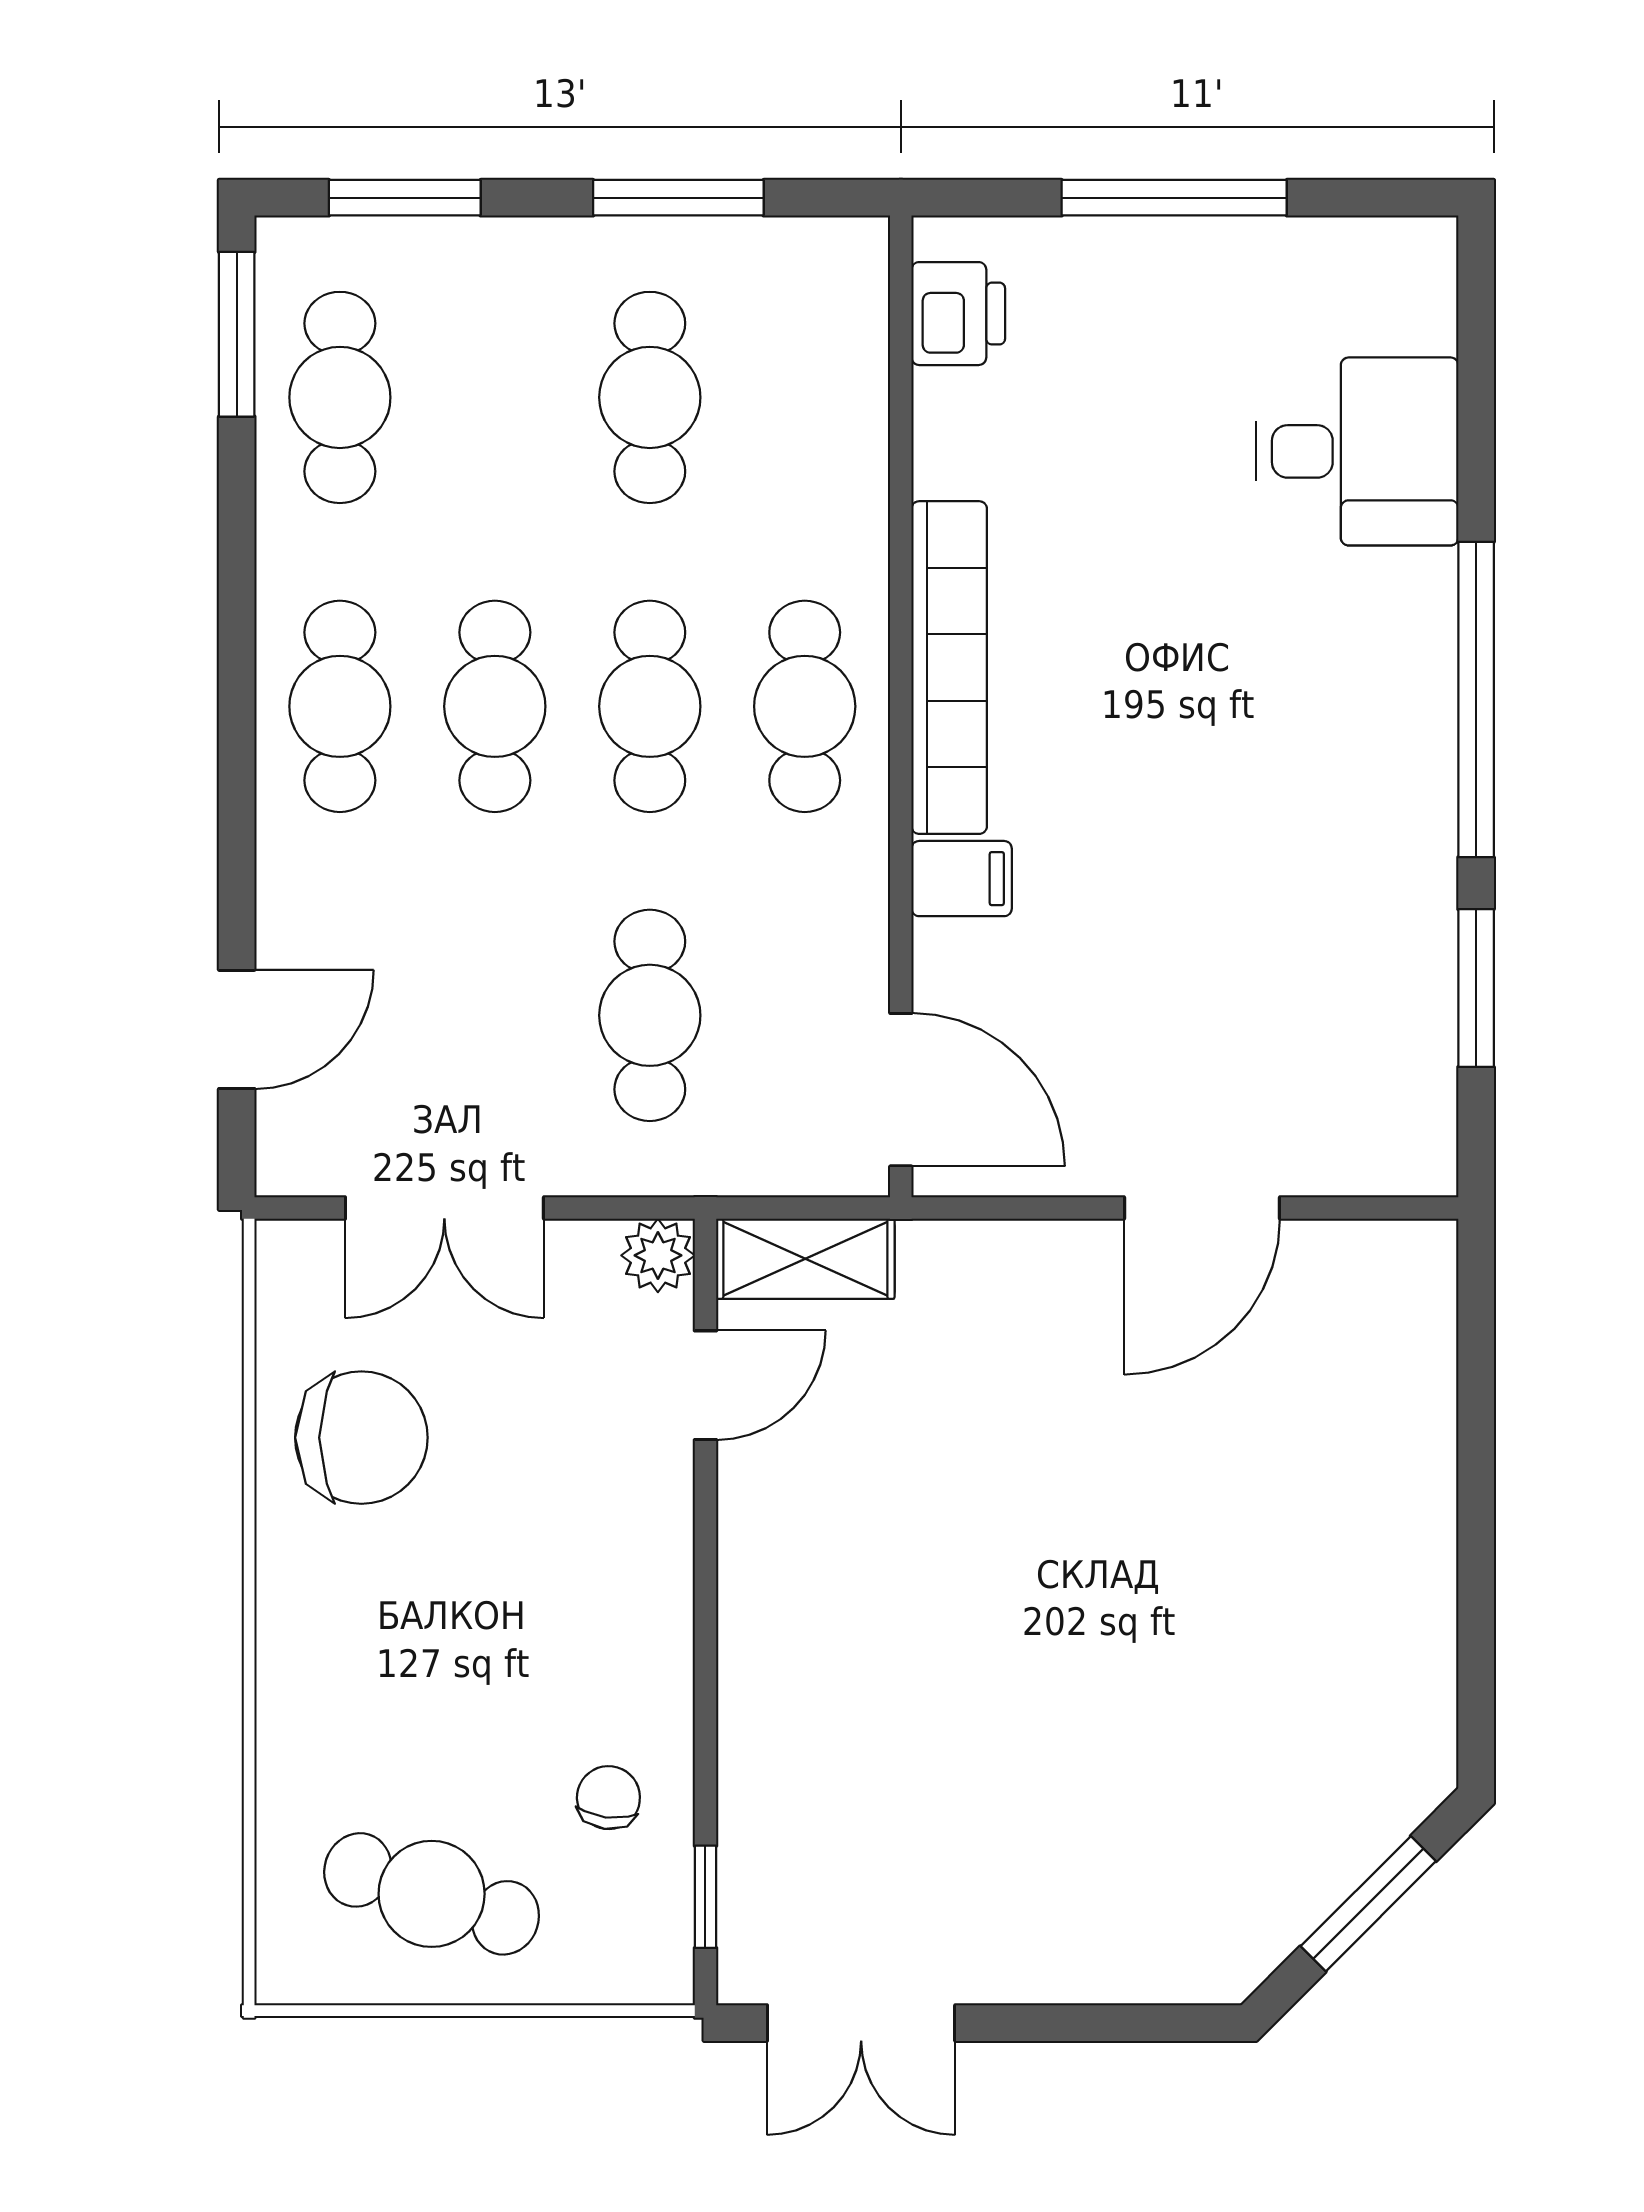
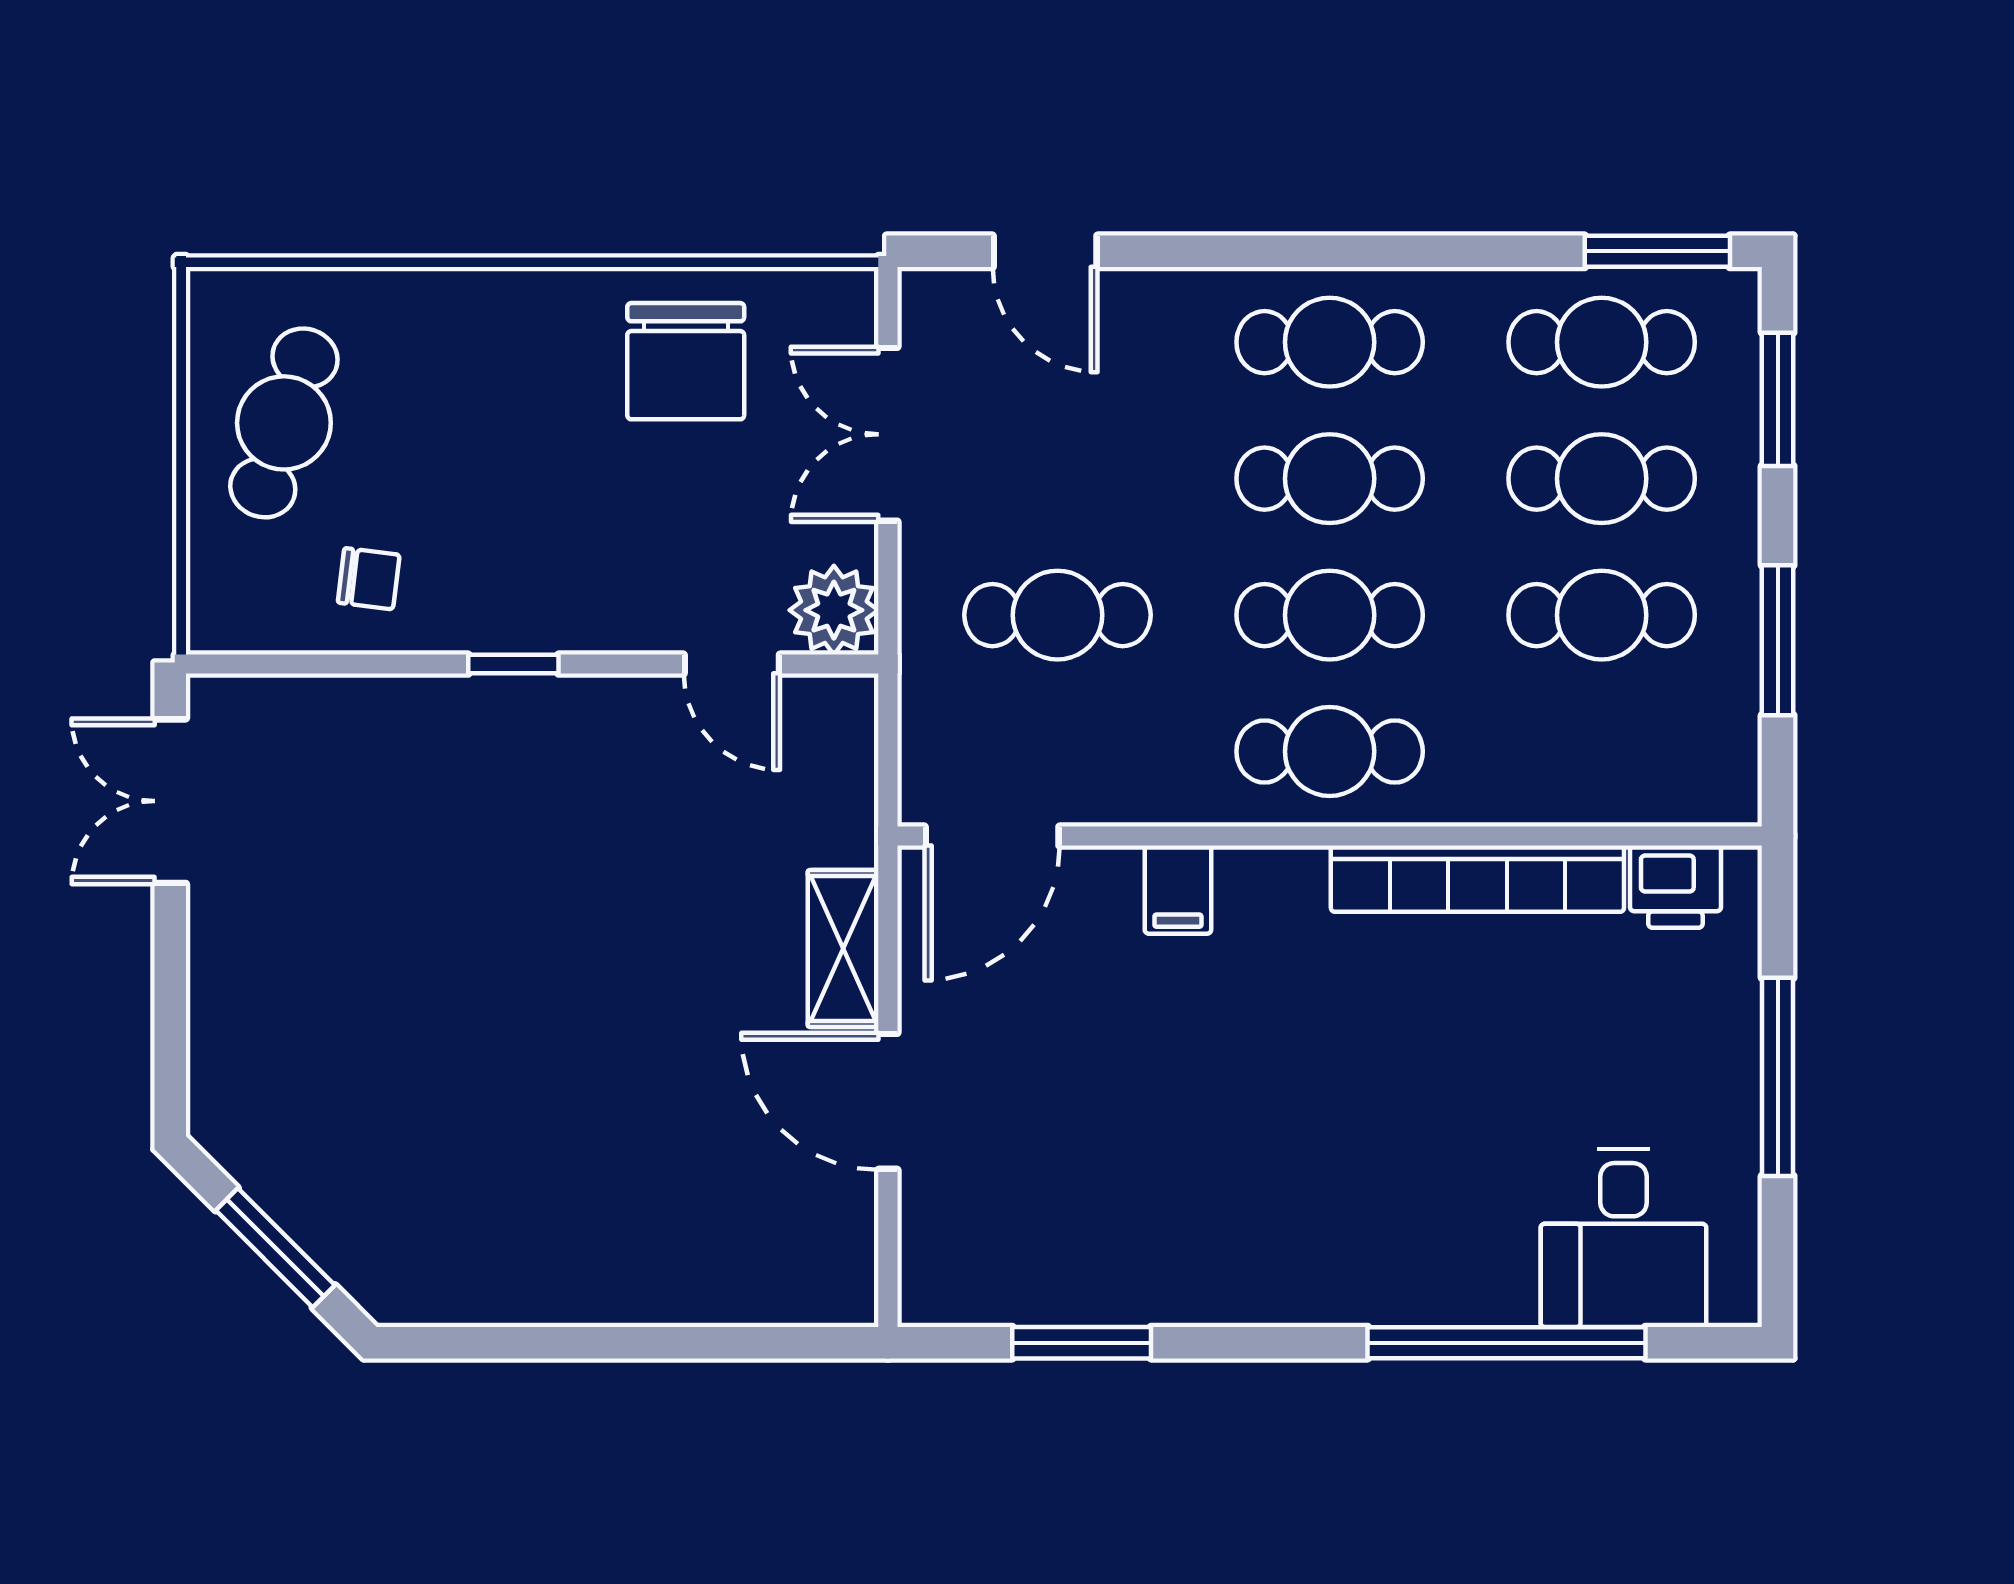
cafe table: (495, 397) -> (1602, 479), added
desk: (1357, 451) -> (1624, 1238), moved
bookcase: (949, 668) -> (1477, 879), moved
window: (1476, 700) -> (1506, 1343), moved
plant: (658, 1255) -> (834, 610), width x1.38, depth x1.38
shelving: (805, 1259) -> (843, 949), moved
window: (705, 1897) -> (513, 664), moved

